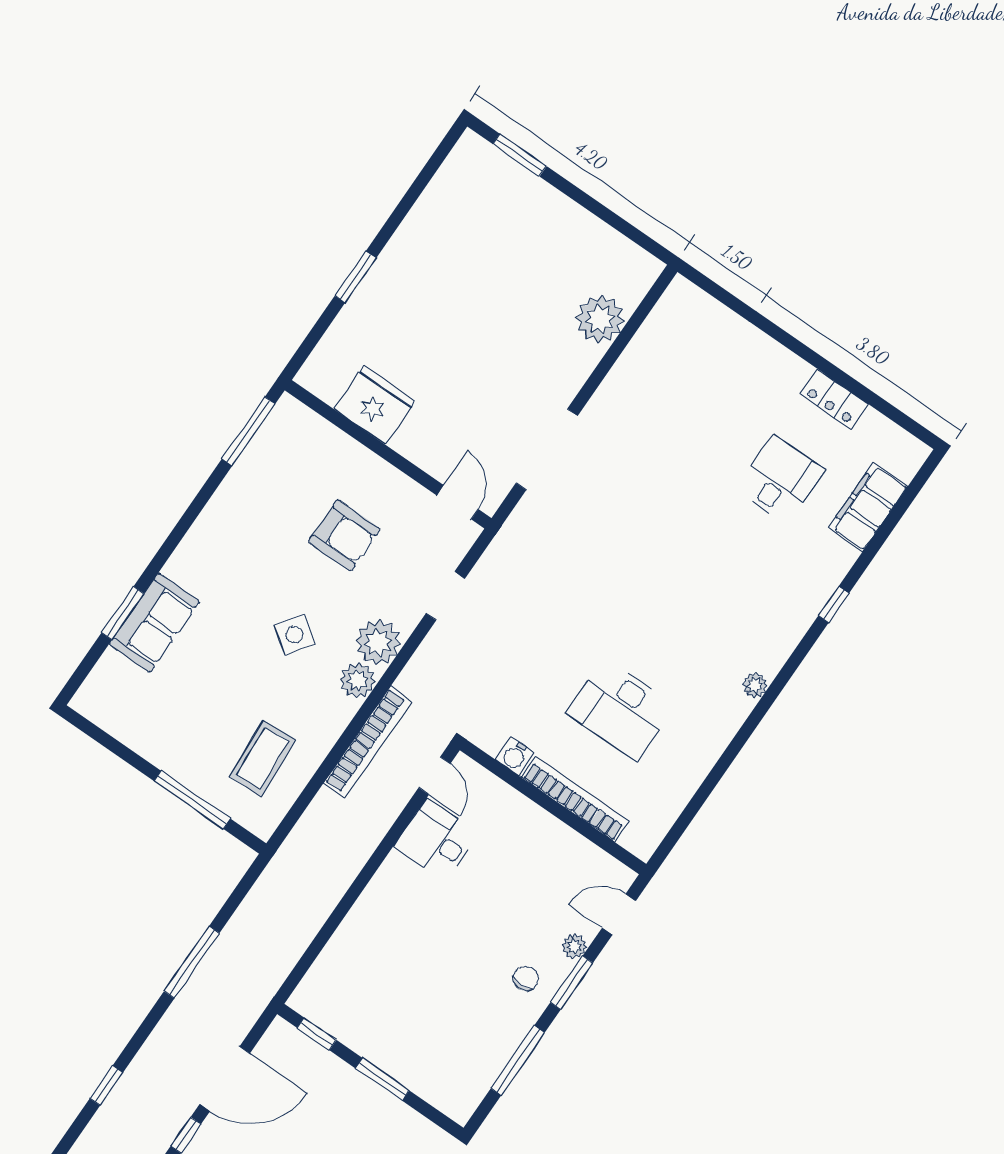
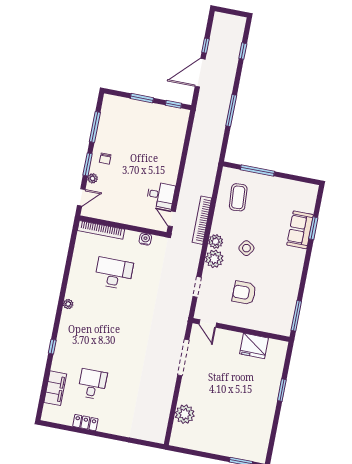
desk: (780, 480) -> (92, 384), turned 180
bookcase: (575, 799) -> (101, 230), moved

